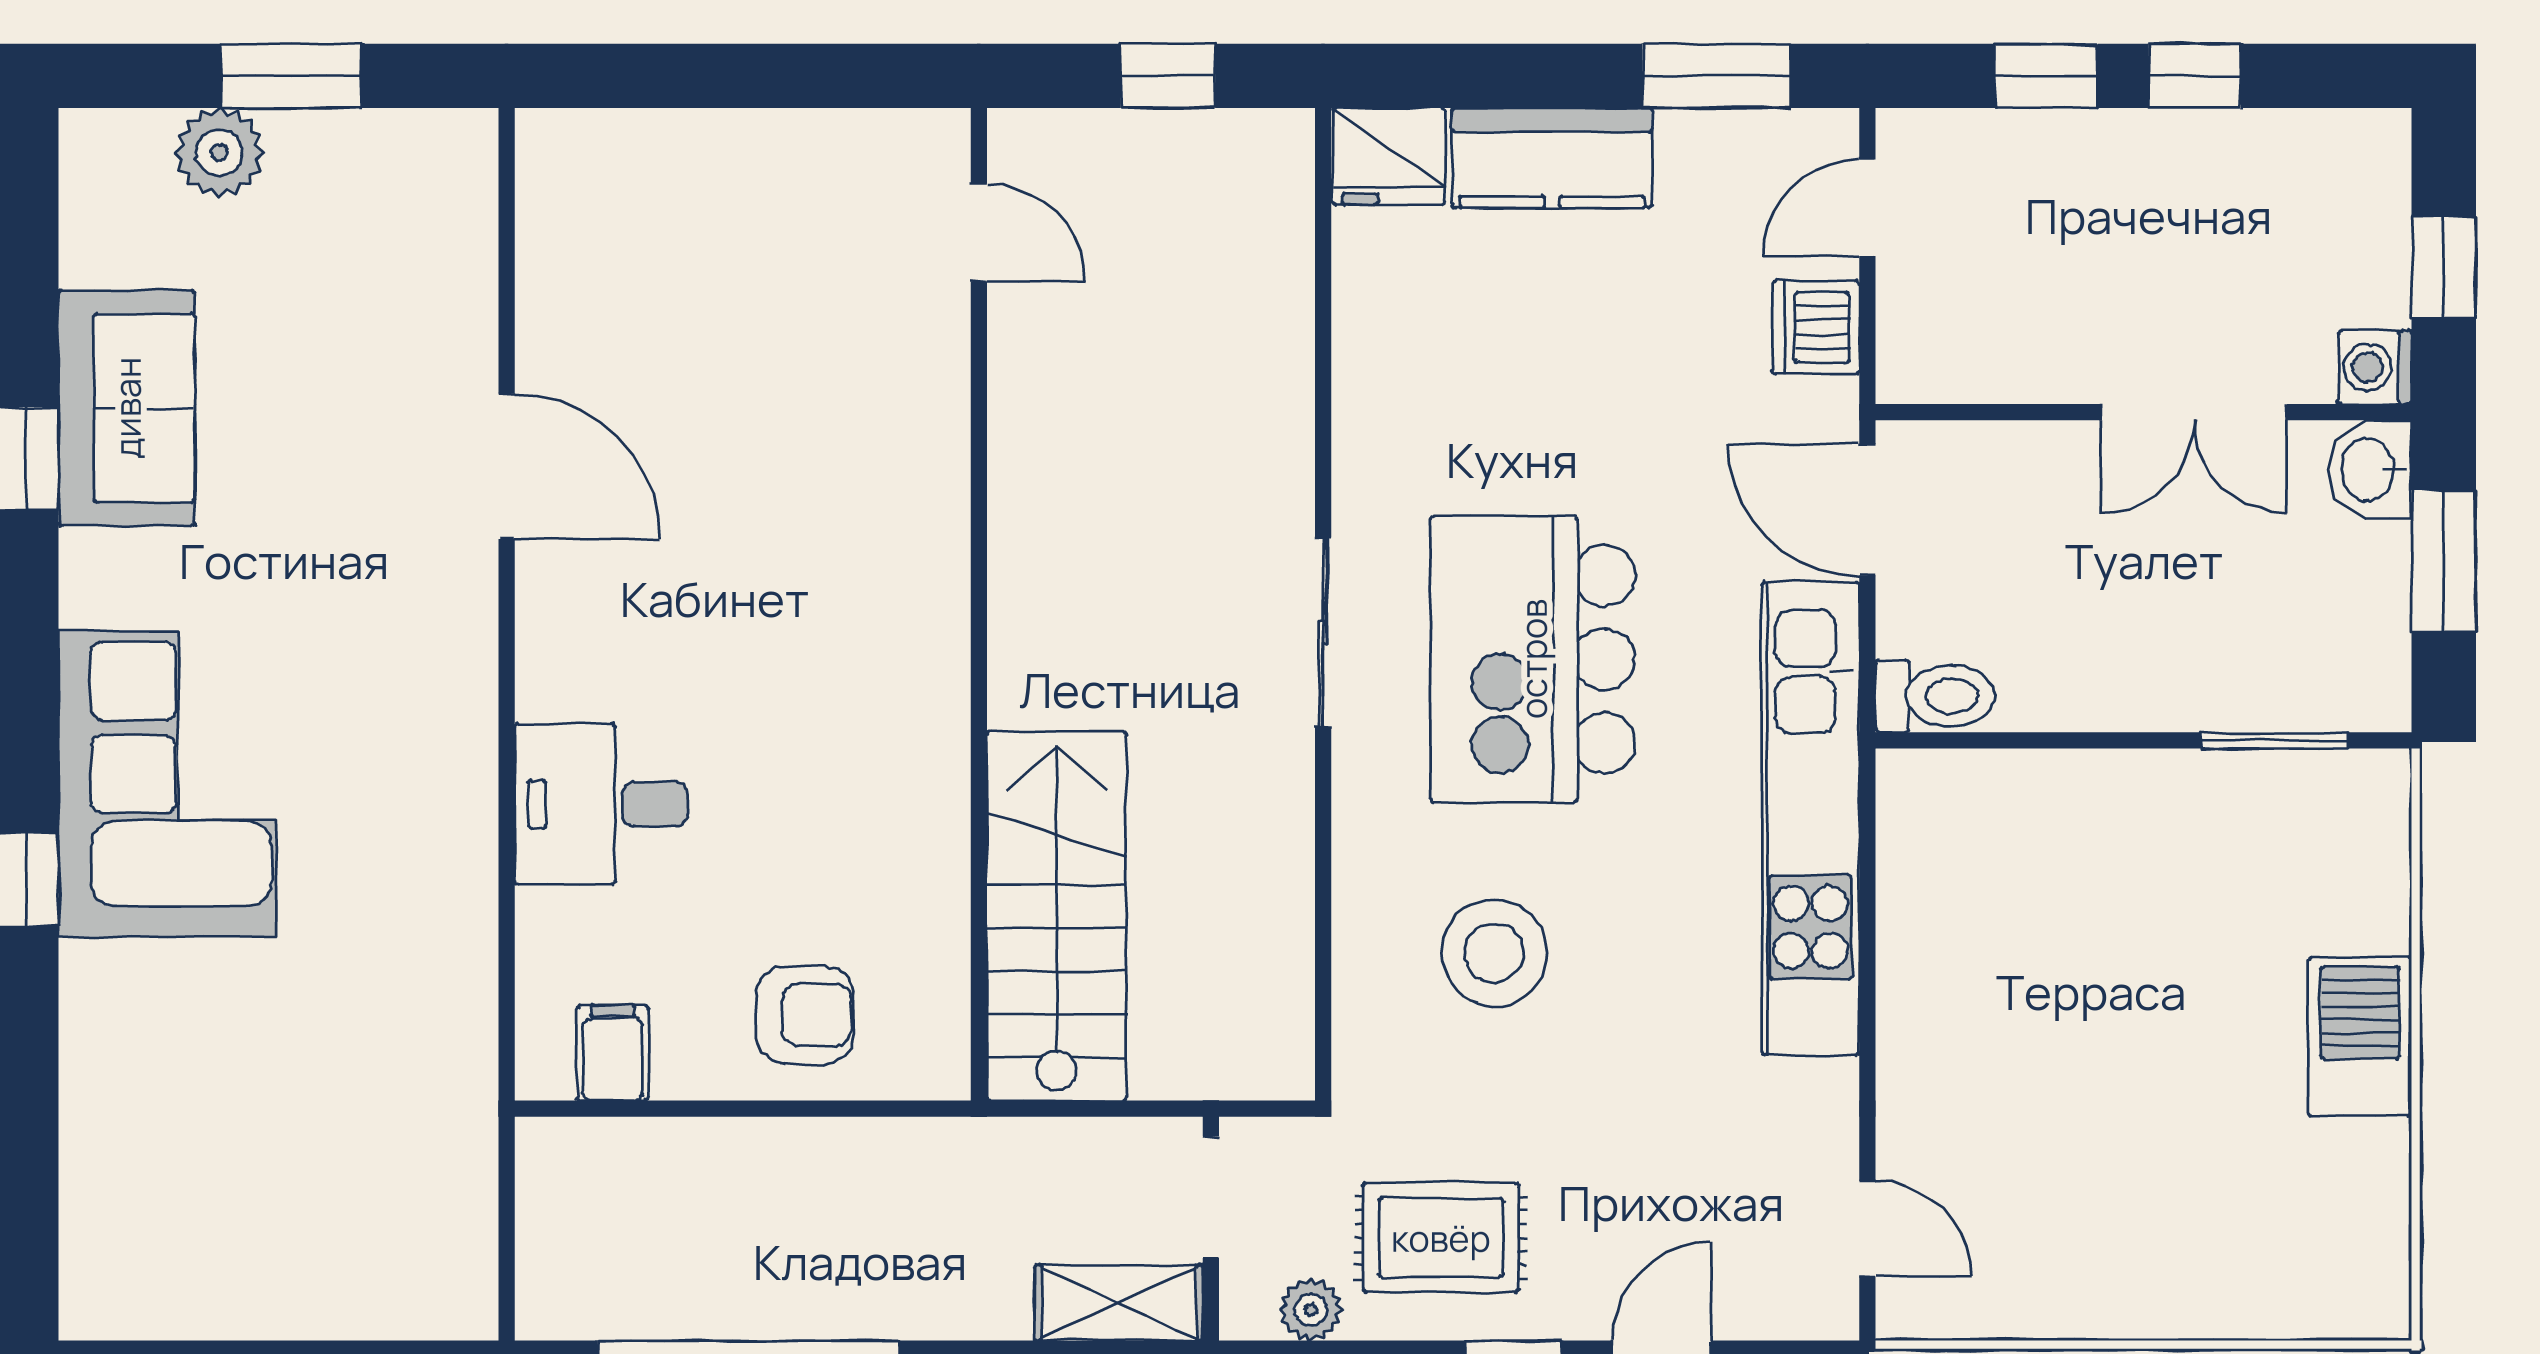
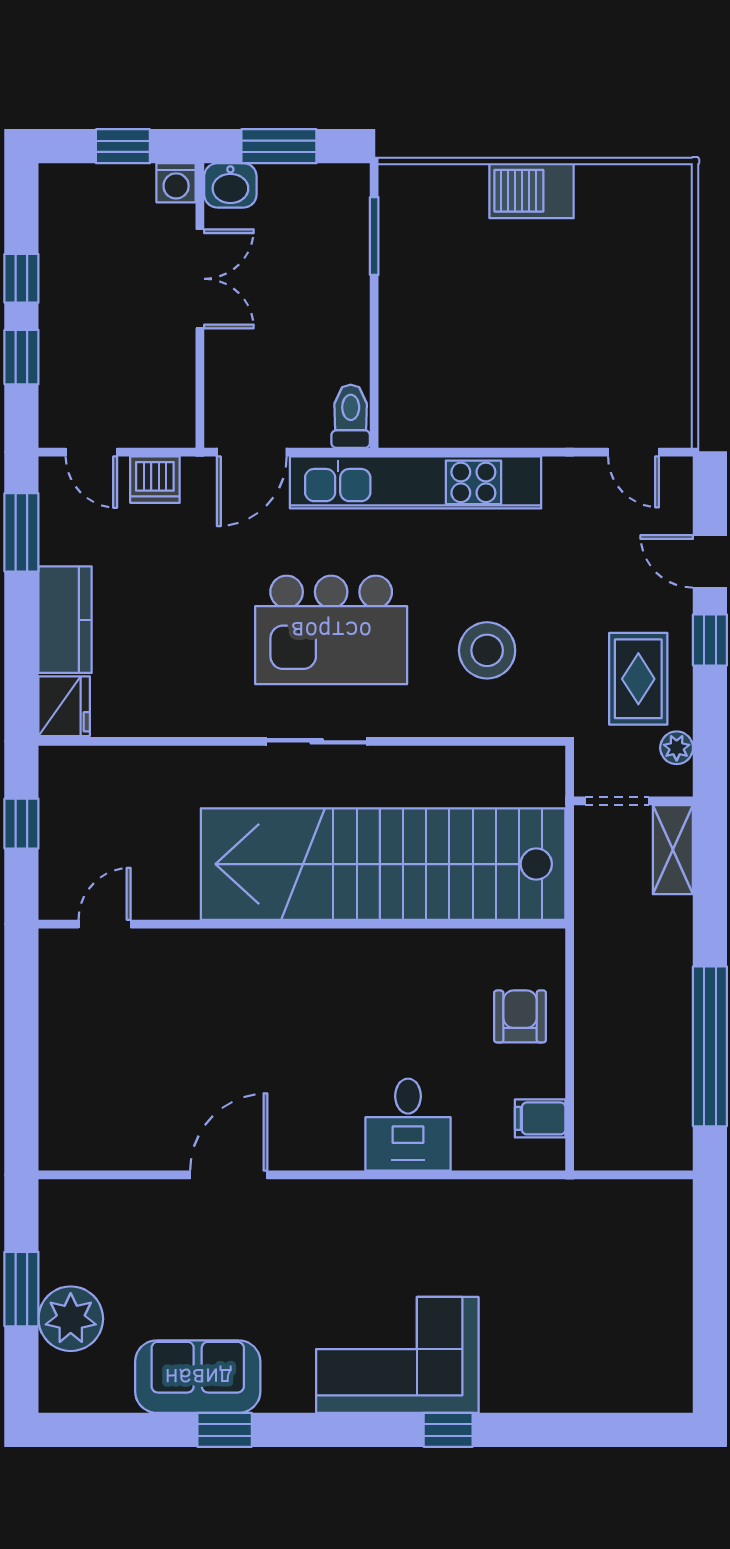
plant: (219, 153) -> (71, 1319), width x1.36, depth x1.36
stairs: (1057, 916) -> (383, 864), width x1.86, depth x1.51
door: (1867, 1229) -> (633, 452), swing flipped

